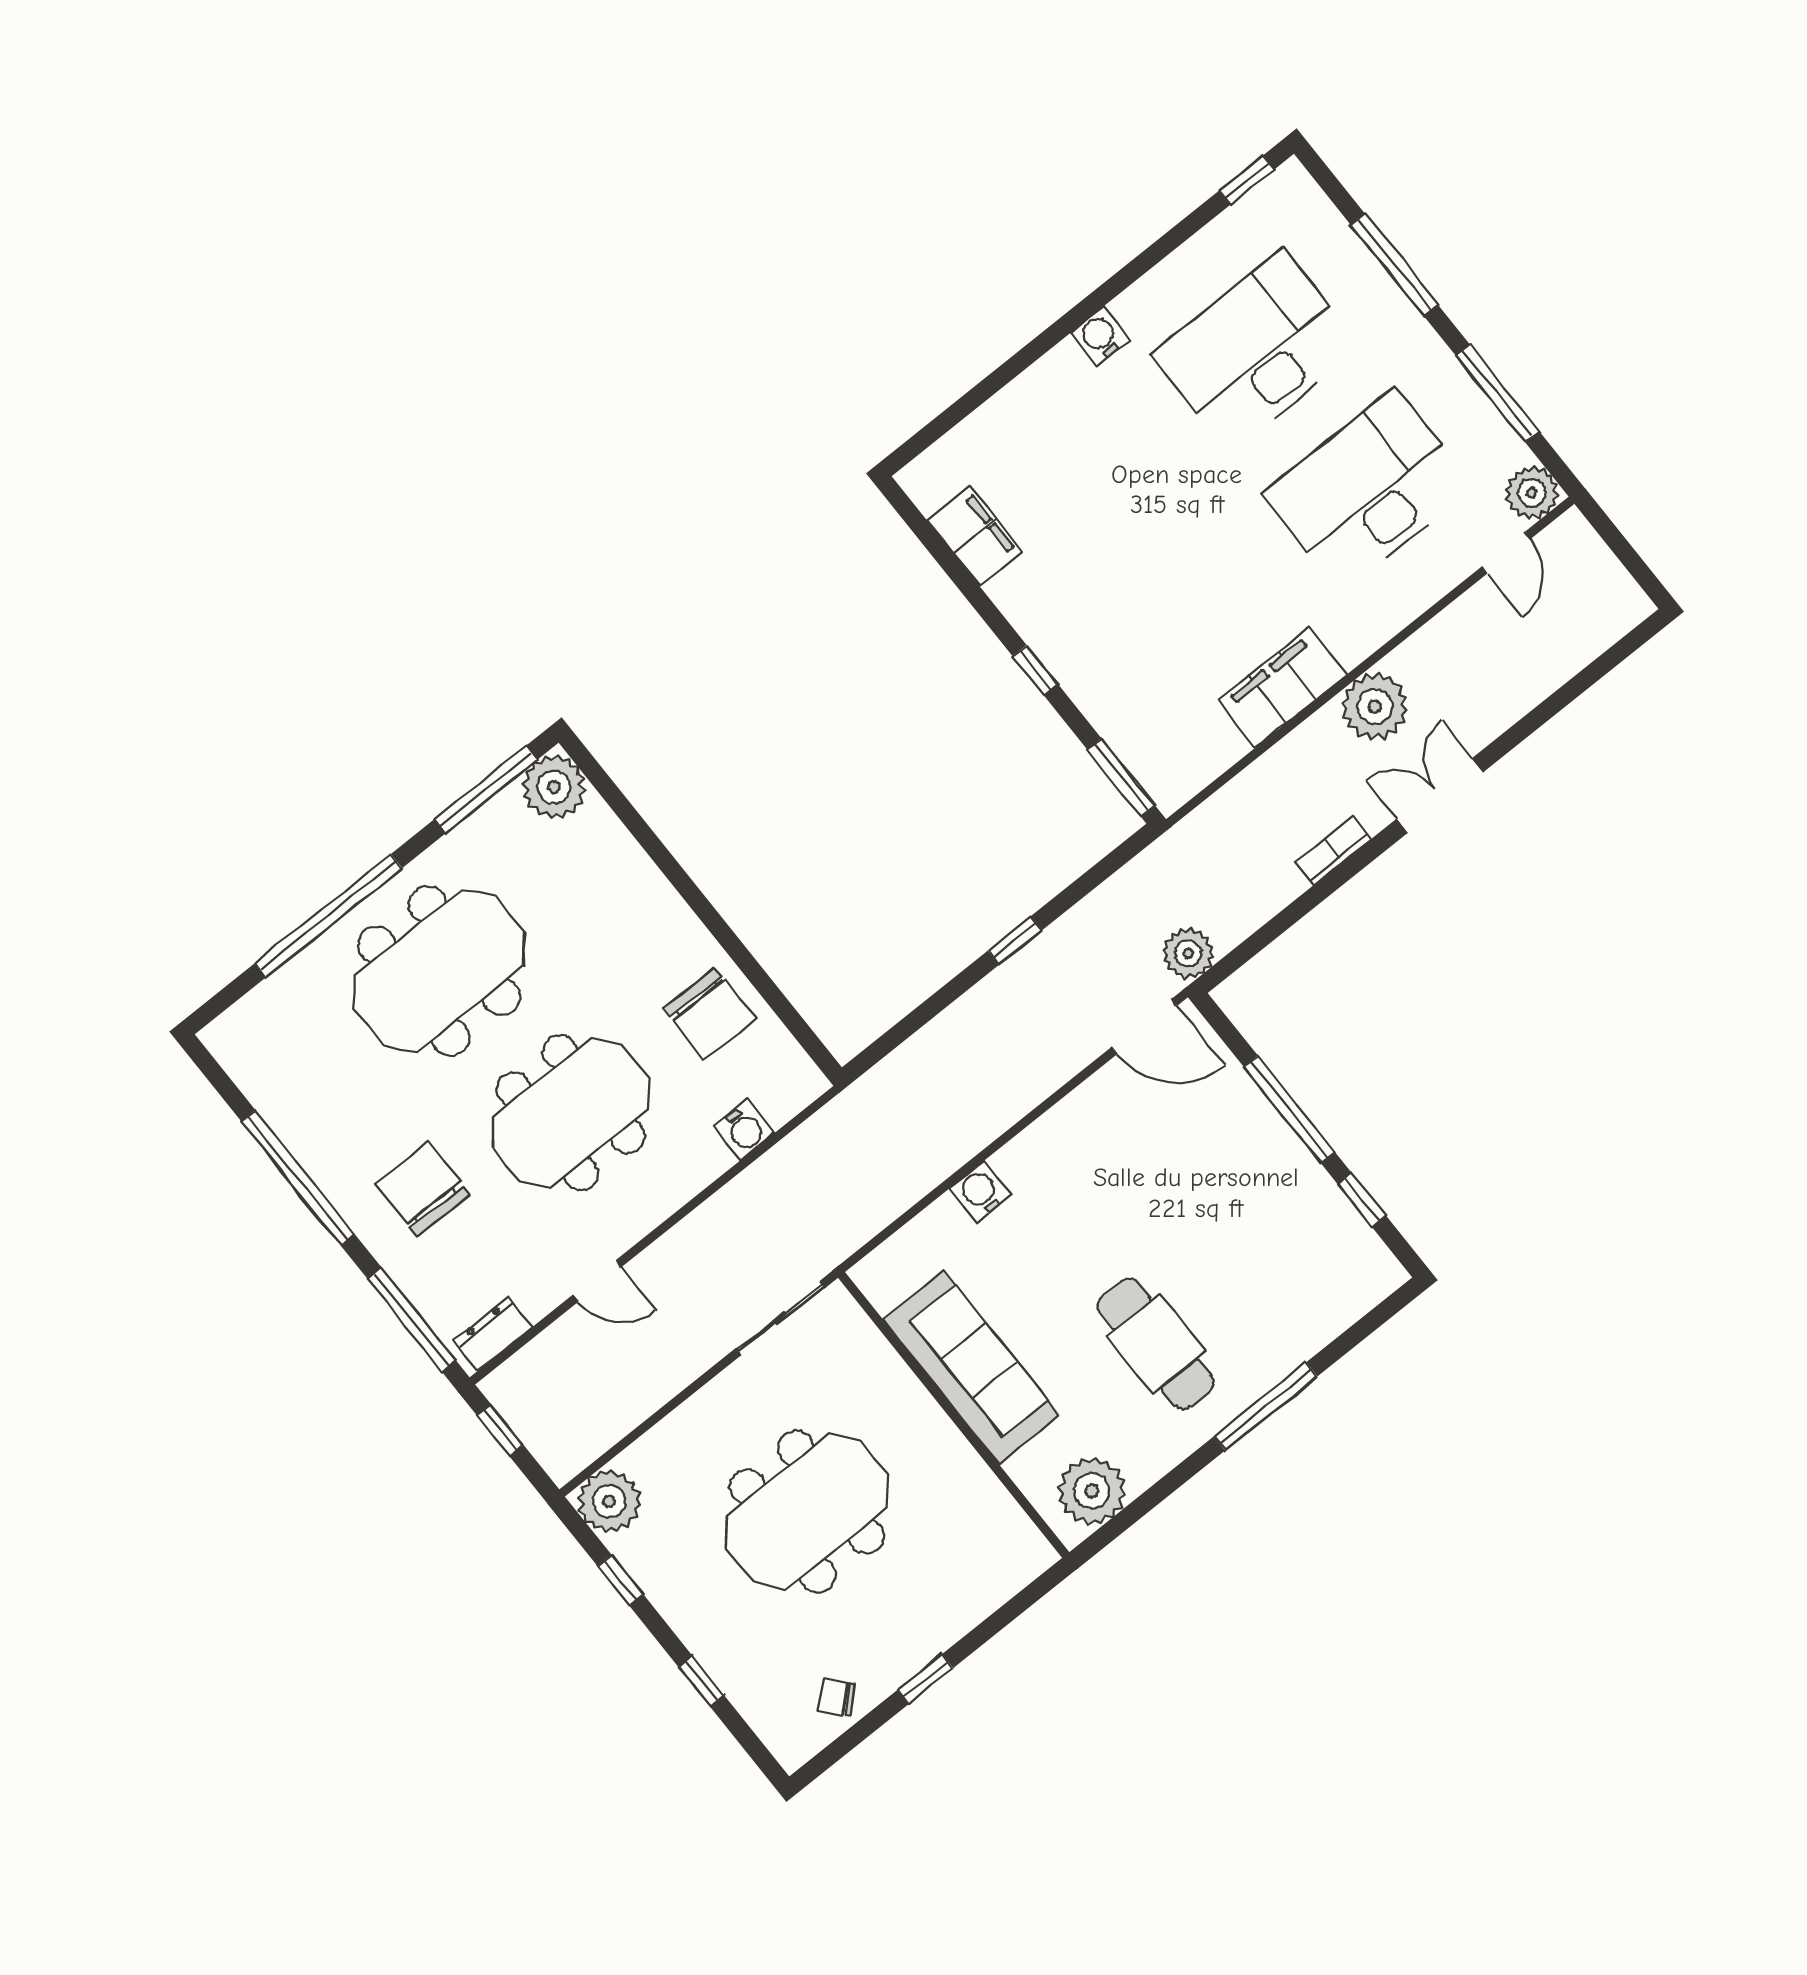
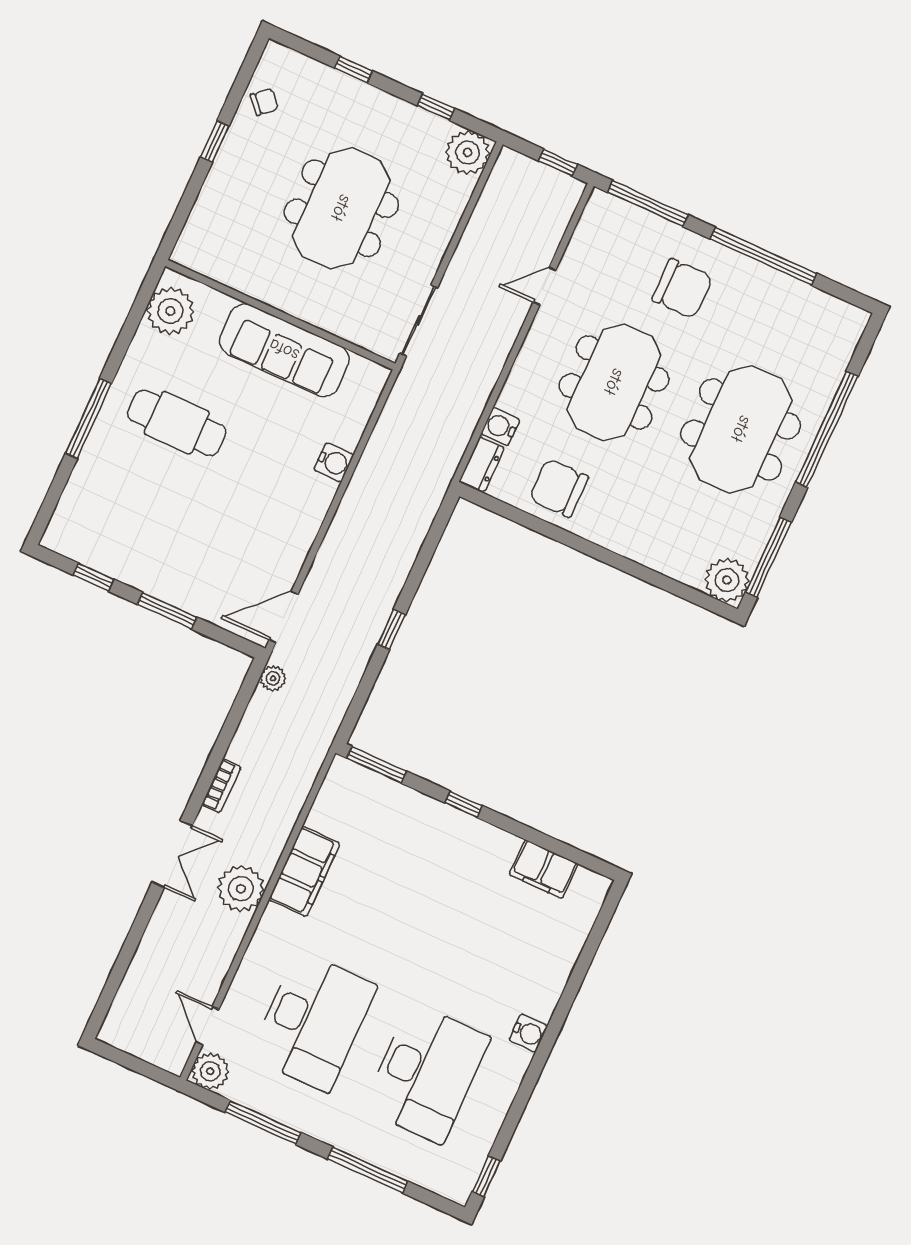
plant: (1188, 954) -> (273, 678), width x0.73, depth x0.73
window: (1289, 1110) -> (167, 611), width x0.69
dresser: (493, 1333) -> (482, 464), moved

